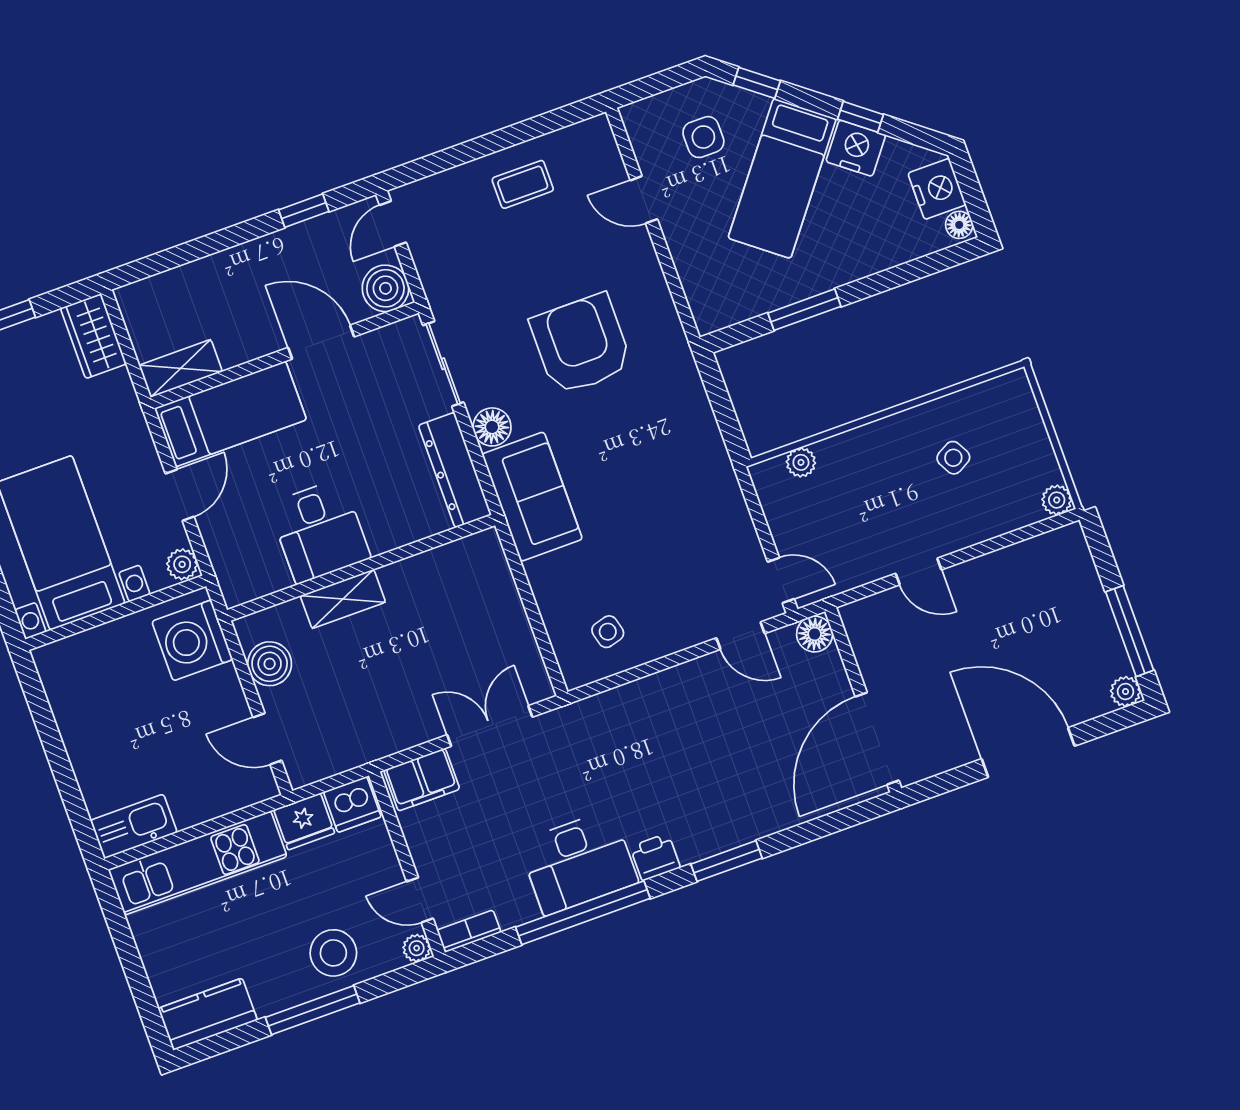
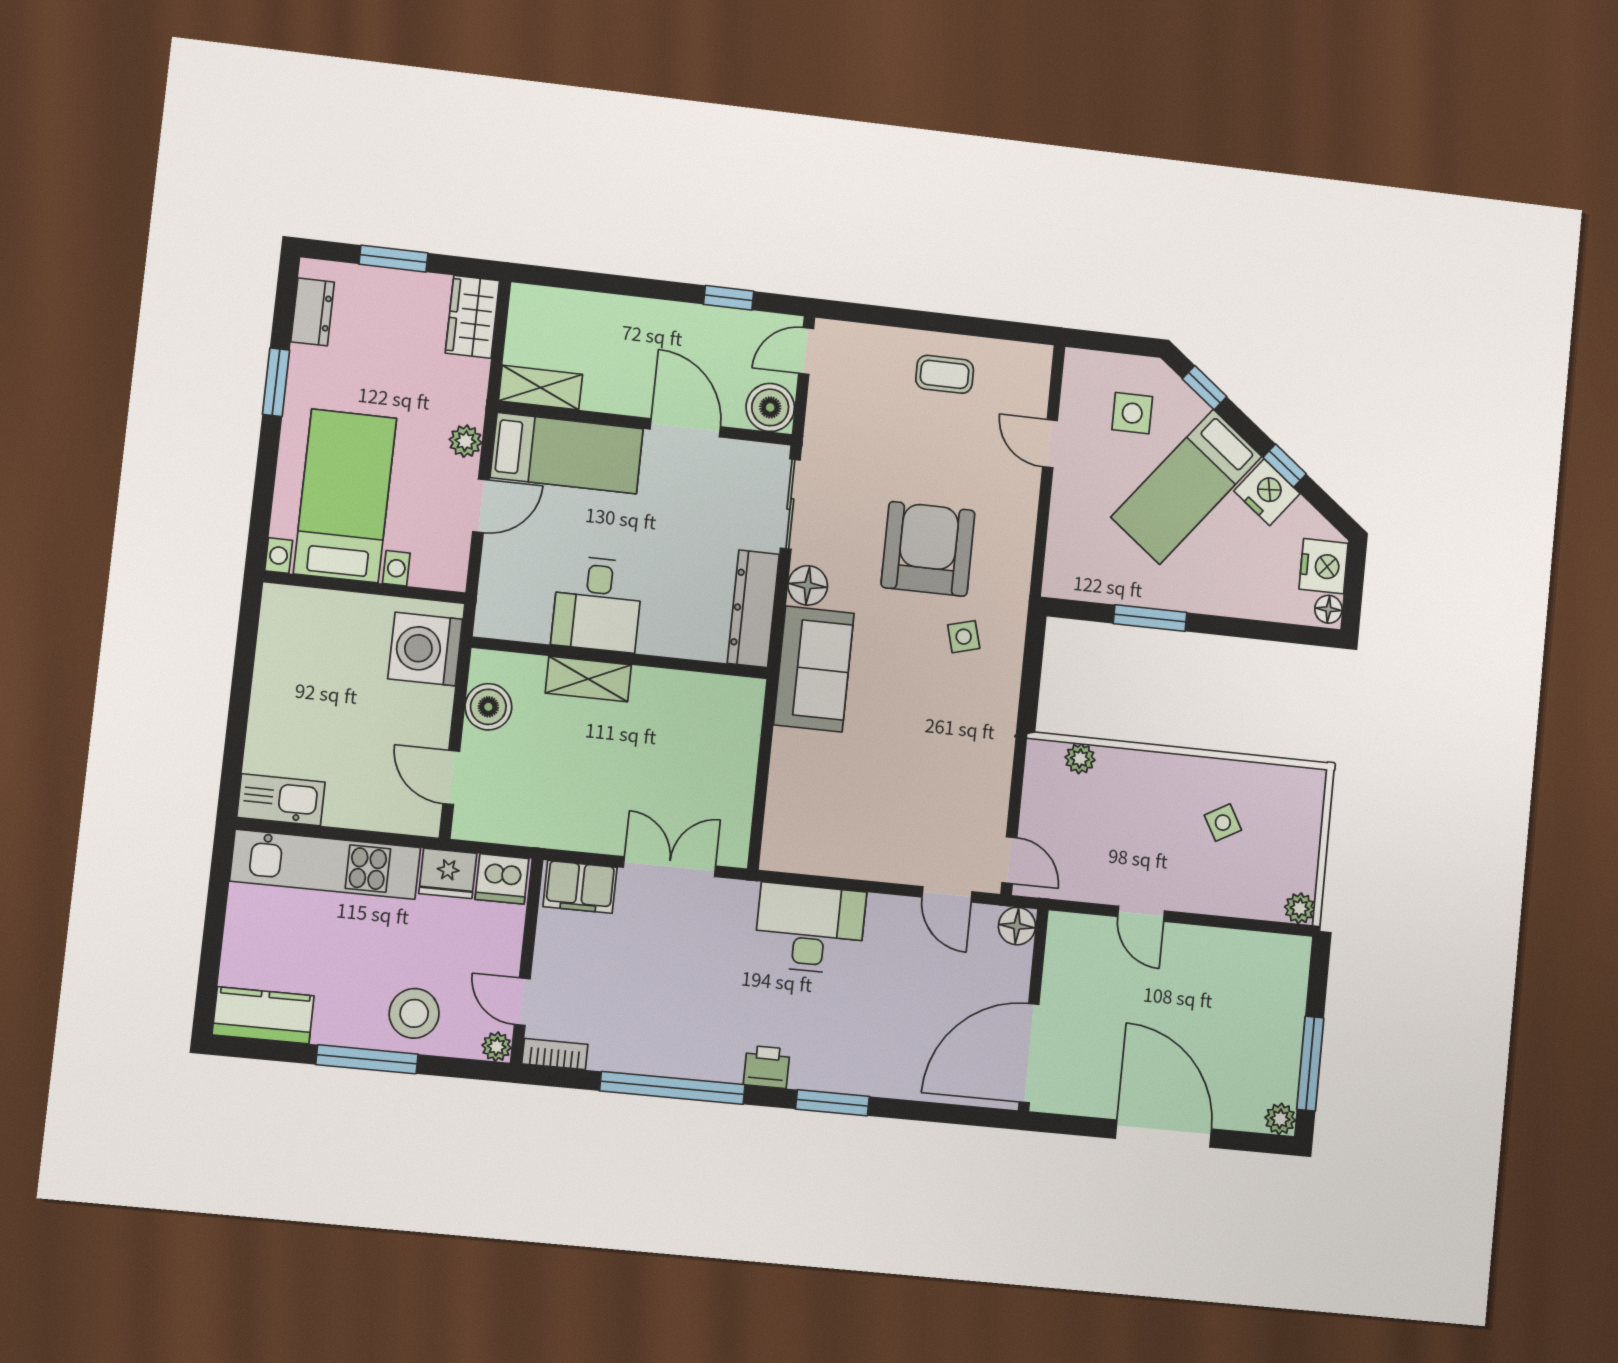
plant: (182, 564) -> (465, 441), moved
side table: (608, 632) -> (964, 637), moved
desk: (578, 862) -> (810, 929), moved, turned 180

